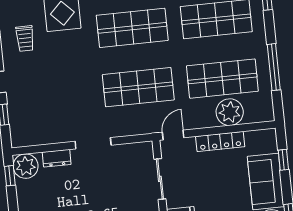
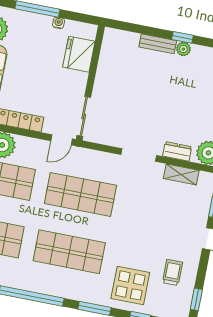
shelving: (46, 137) -> (181, 174), added
sliding door: (160, 179) -> (84, 116), moved

